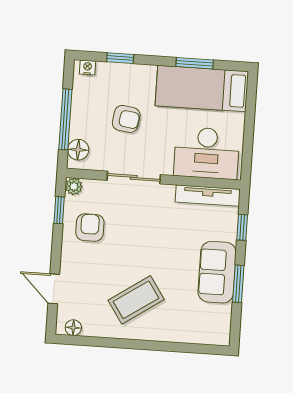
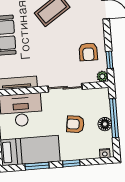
window: (120, 58) -> (71, 163), moved
floor lamp: (78, 150) -> (105, 124), moved

